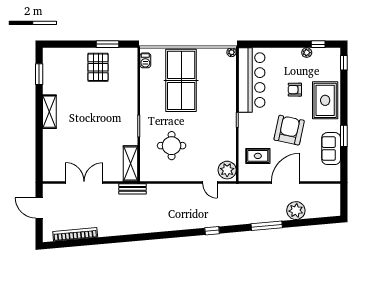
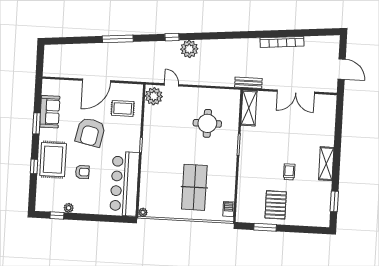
window: (344, 63) -> (34, 166), moved
table tennis table: (181, 80) -> (194, 187), width x0.73, depth x0.76
trolley: (86, 101) -> (289, 172), added
plant: (296, 211) -> (189, 49), moved
bookcase: (75, 234) -> (282, 42), moved

